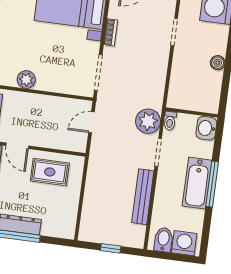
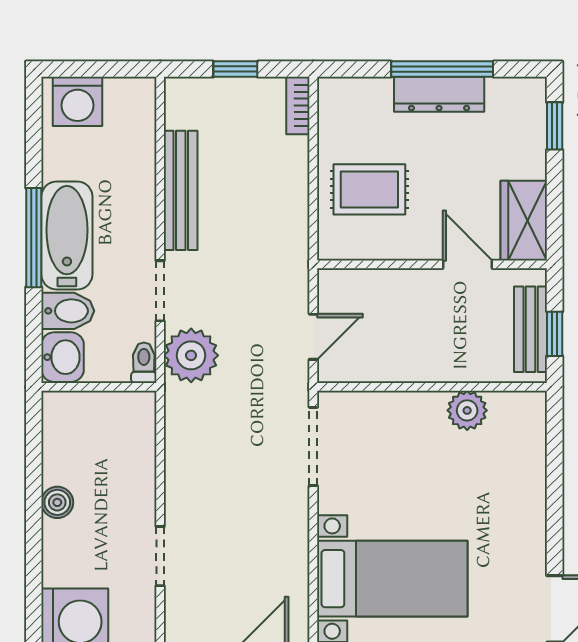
bookcase: (111, 32) -> (298, 106), moved
rug: (50, 172) -> (369, 189), moved
bidet: (163, 240) -> (68, 311), moved, turned -90

